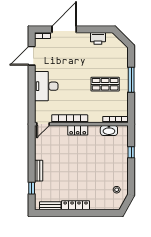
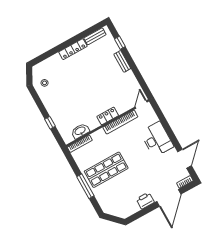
printer: (98, 38) -> (145, 201), moved
shop shelf: (105, 84) -> (106, 170), width x1.43, depth x1.36

